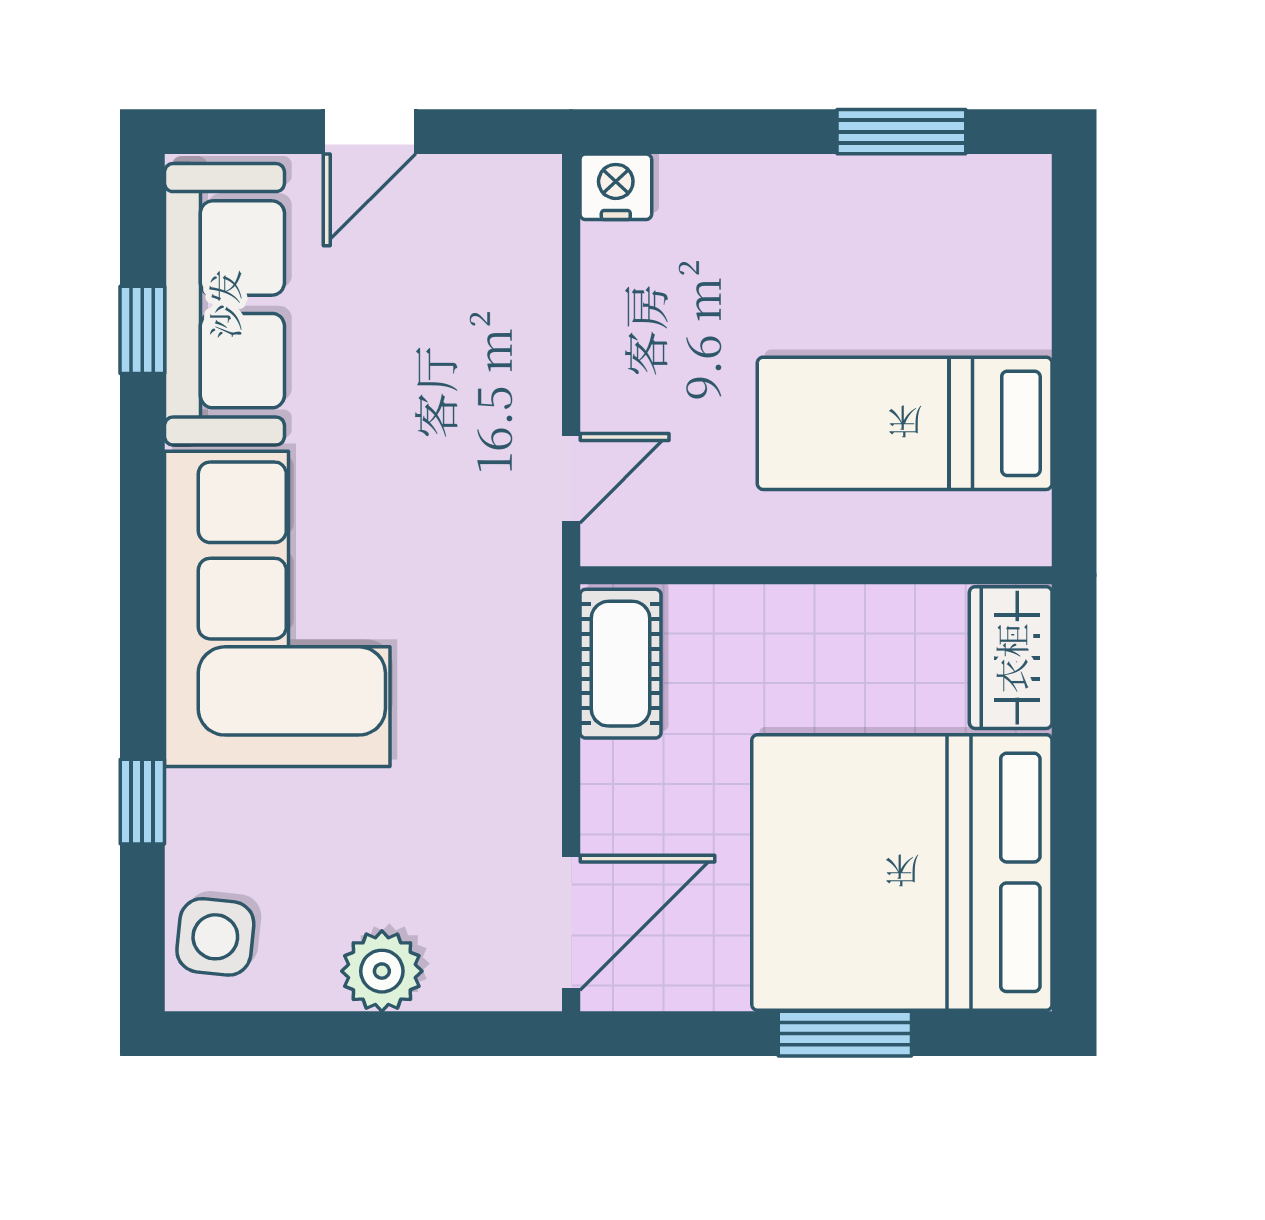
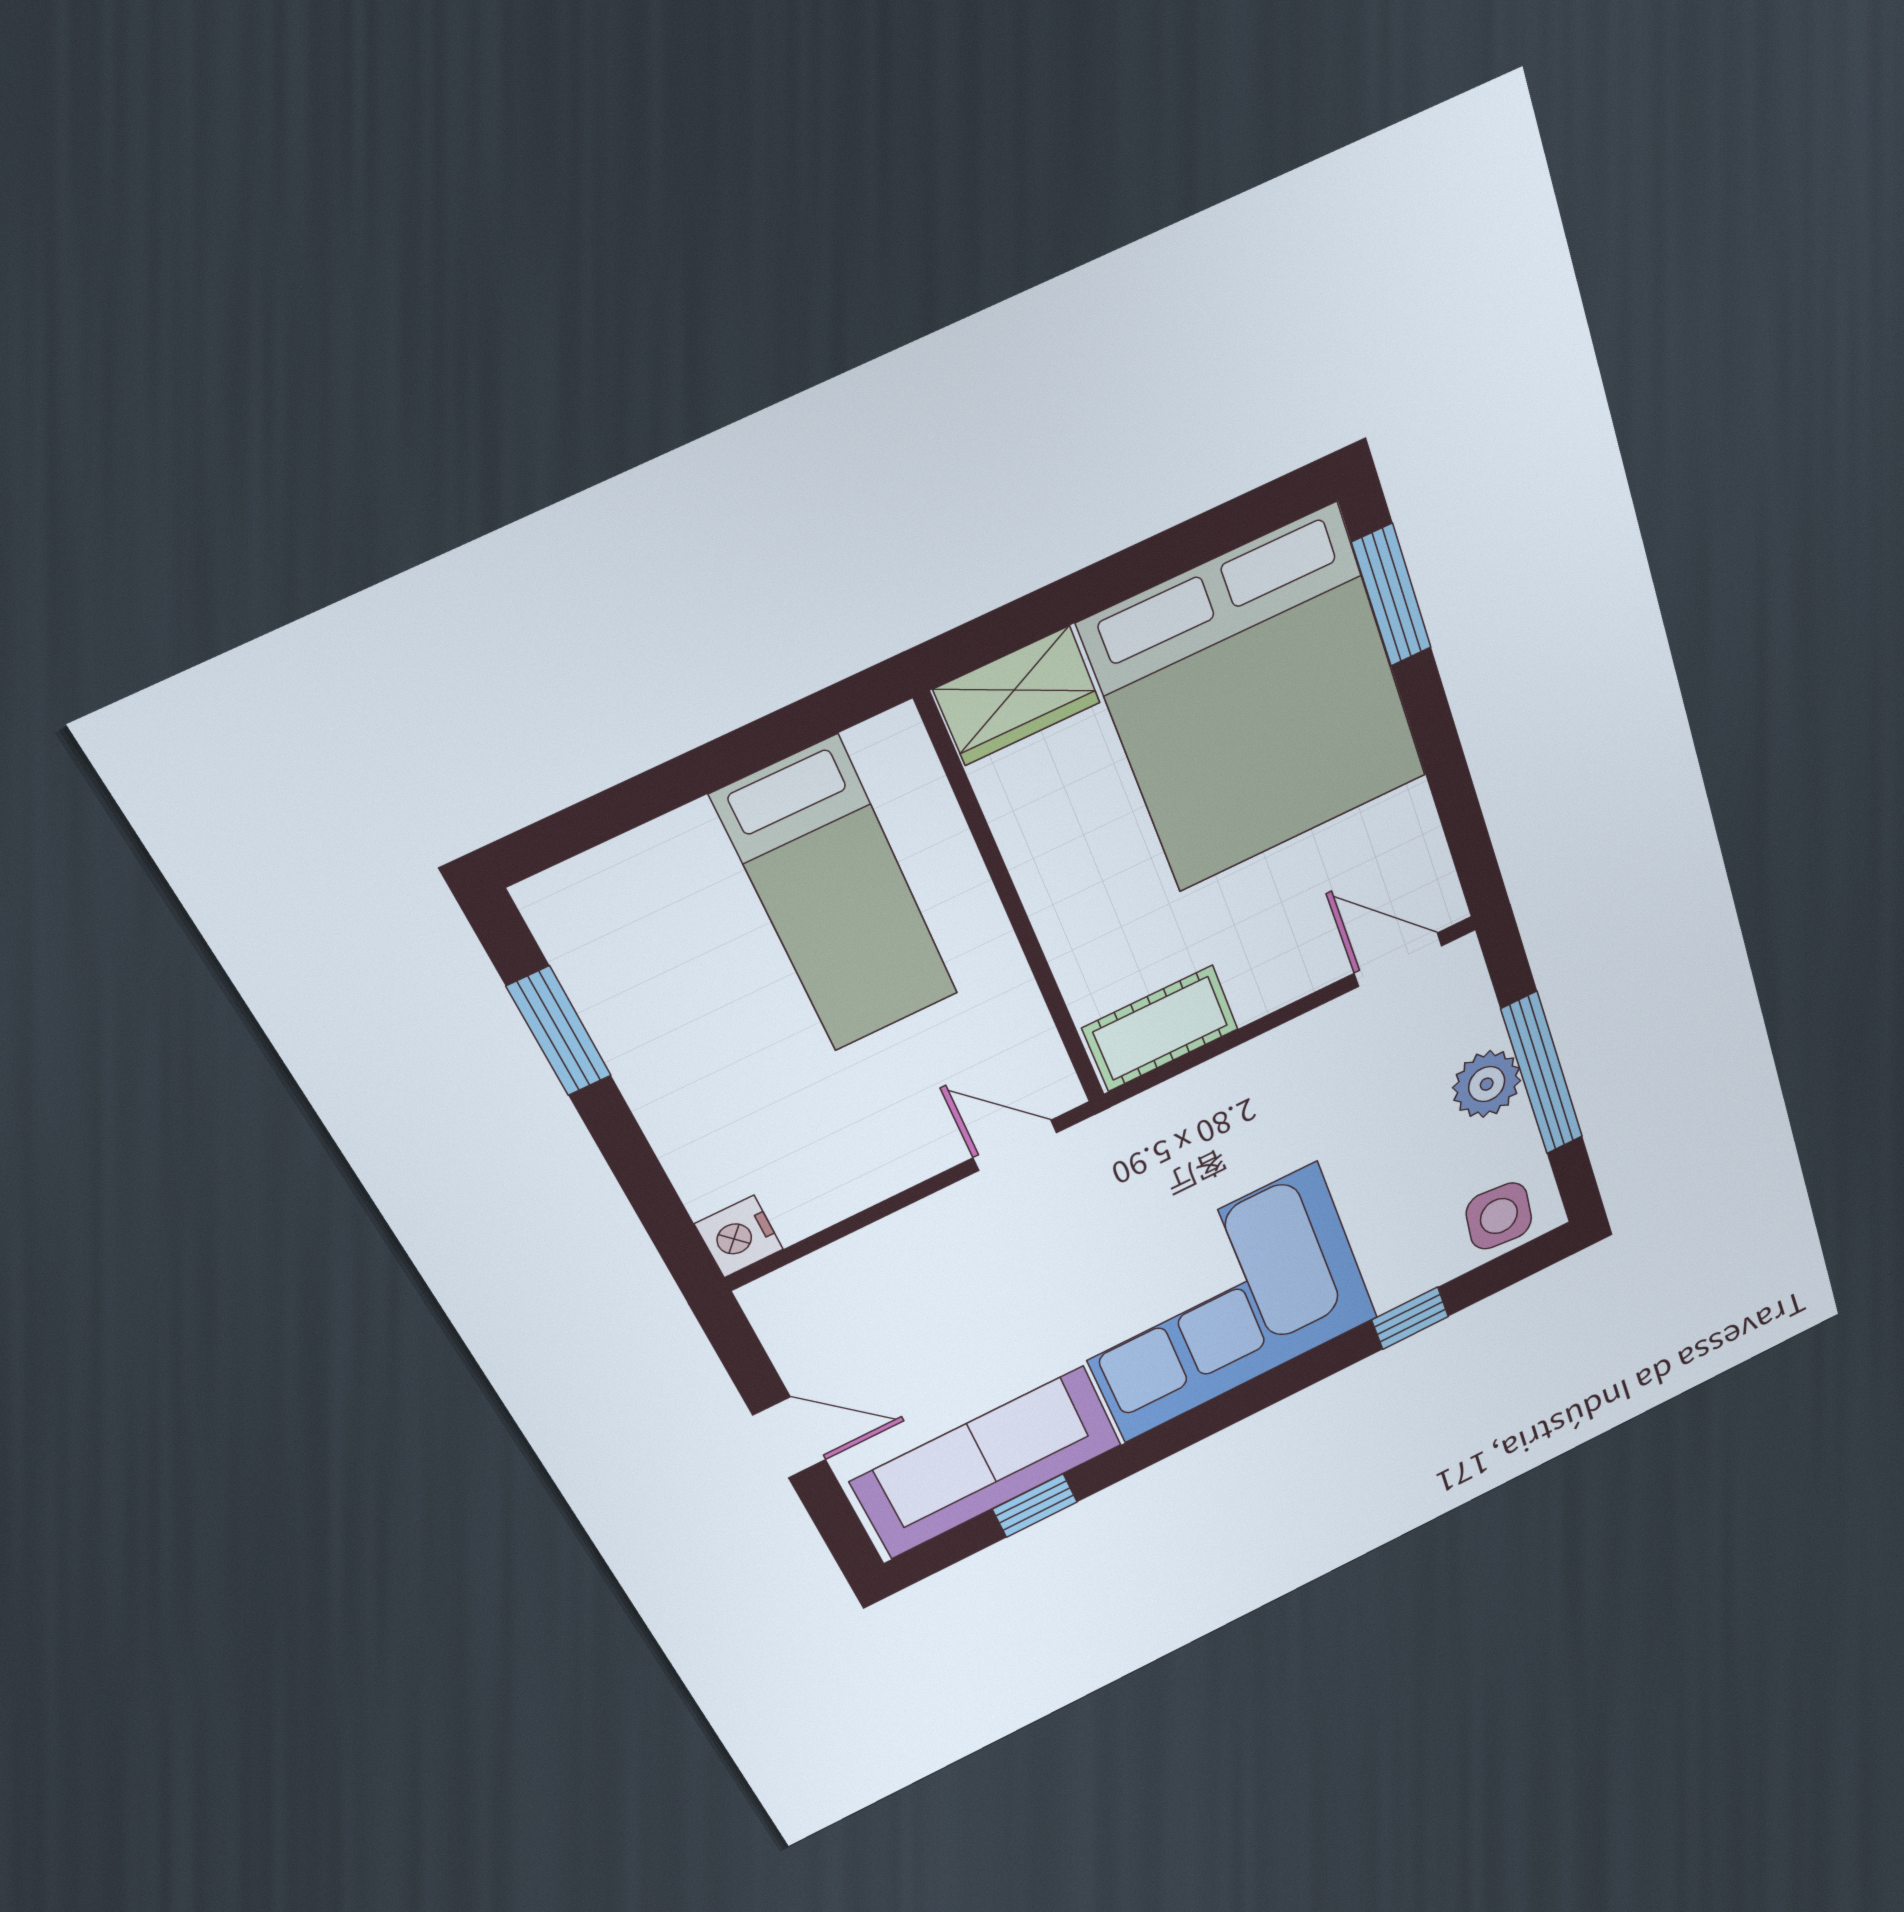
door: (571, 923) -> (1398, 960), width x0.73
window: (362, 1034) -> (1542, 1074), added
window: (845, 1034) -> (1392, 595), moved

